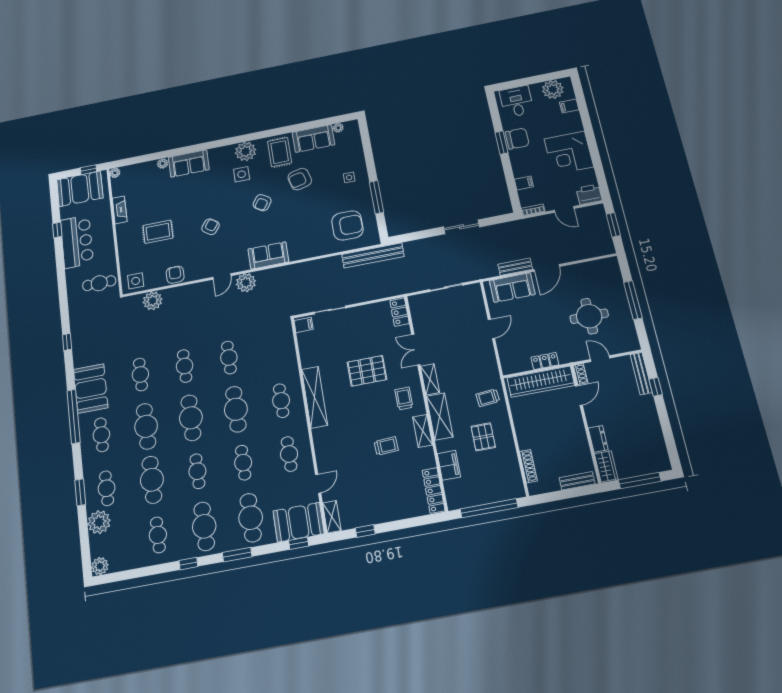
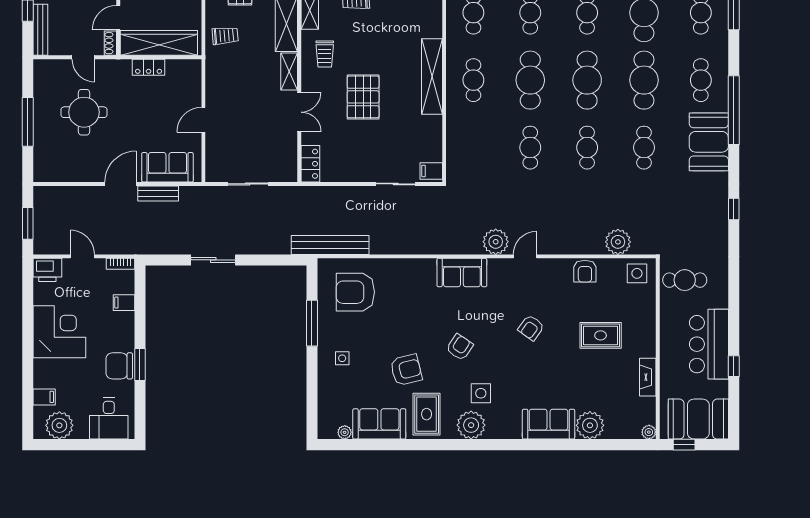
plant: (163, 163) -> (590, 425), width x1.87, depth x1.87
pallet: (367, 371) -> (363, 97), turned 90

